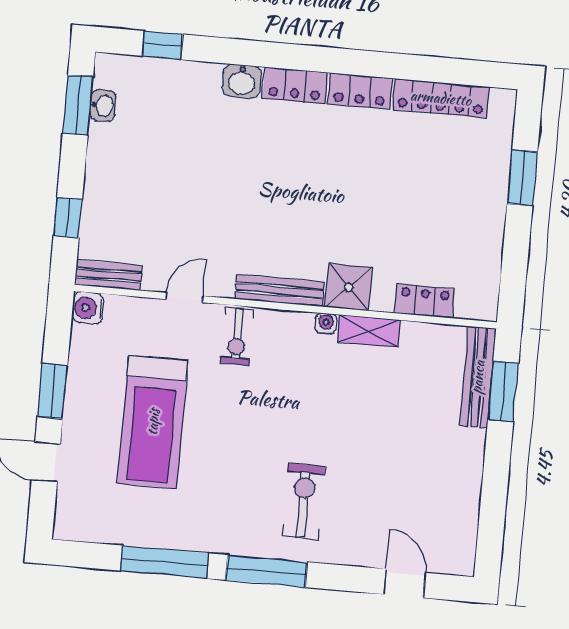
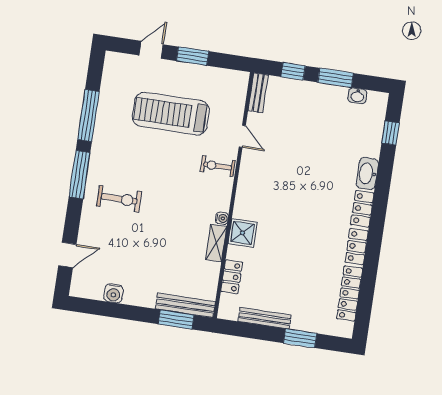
washbasin: (242, 81) -> (367, 174), width x1.38
window: (78, 105) -> (336, 78), moved
bench: (280, 291) -> (265, 318), moved, turned 90
water cooler: (88, 308) -> (114, 293), moved, turned 180

